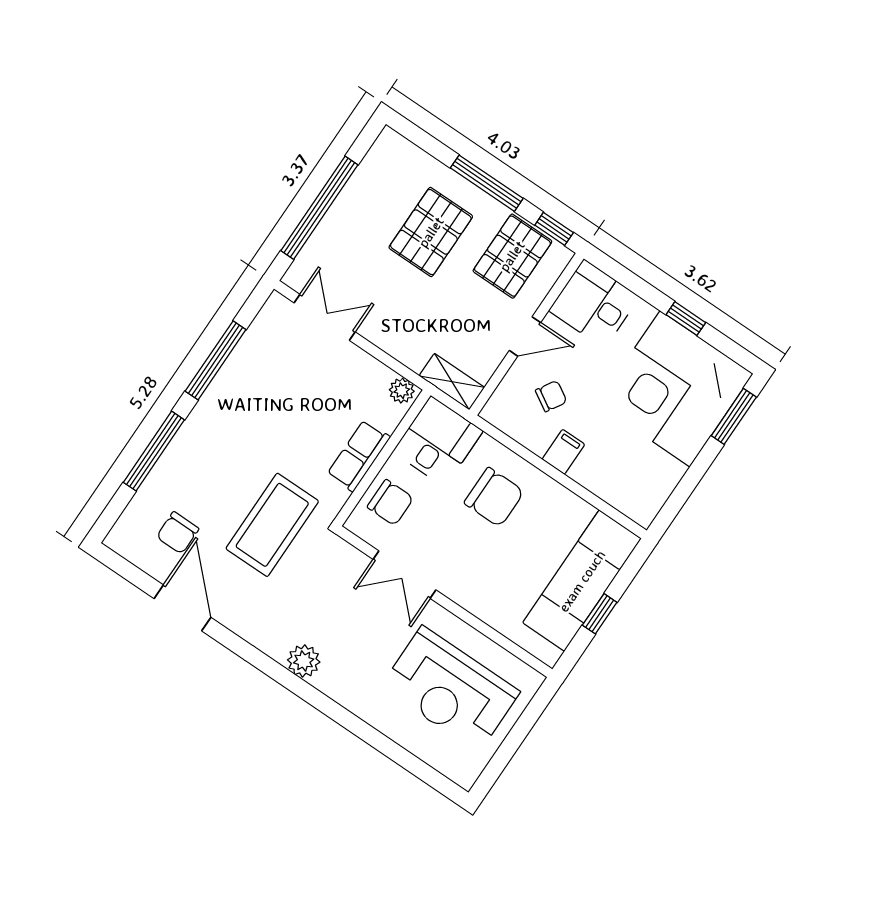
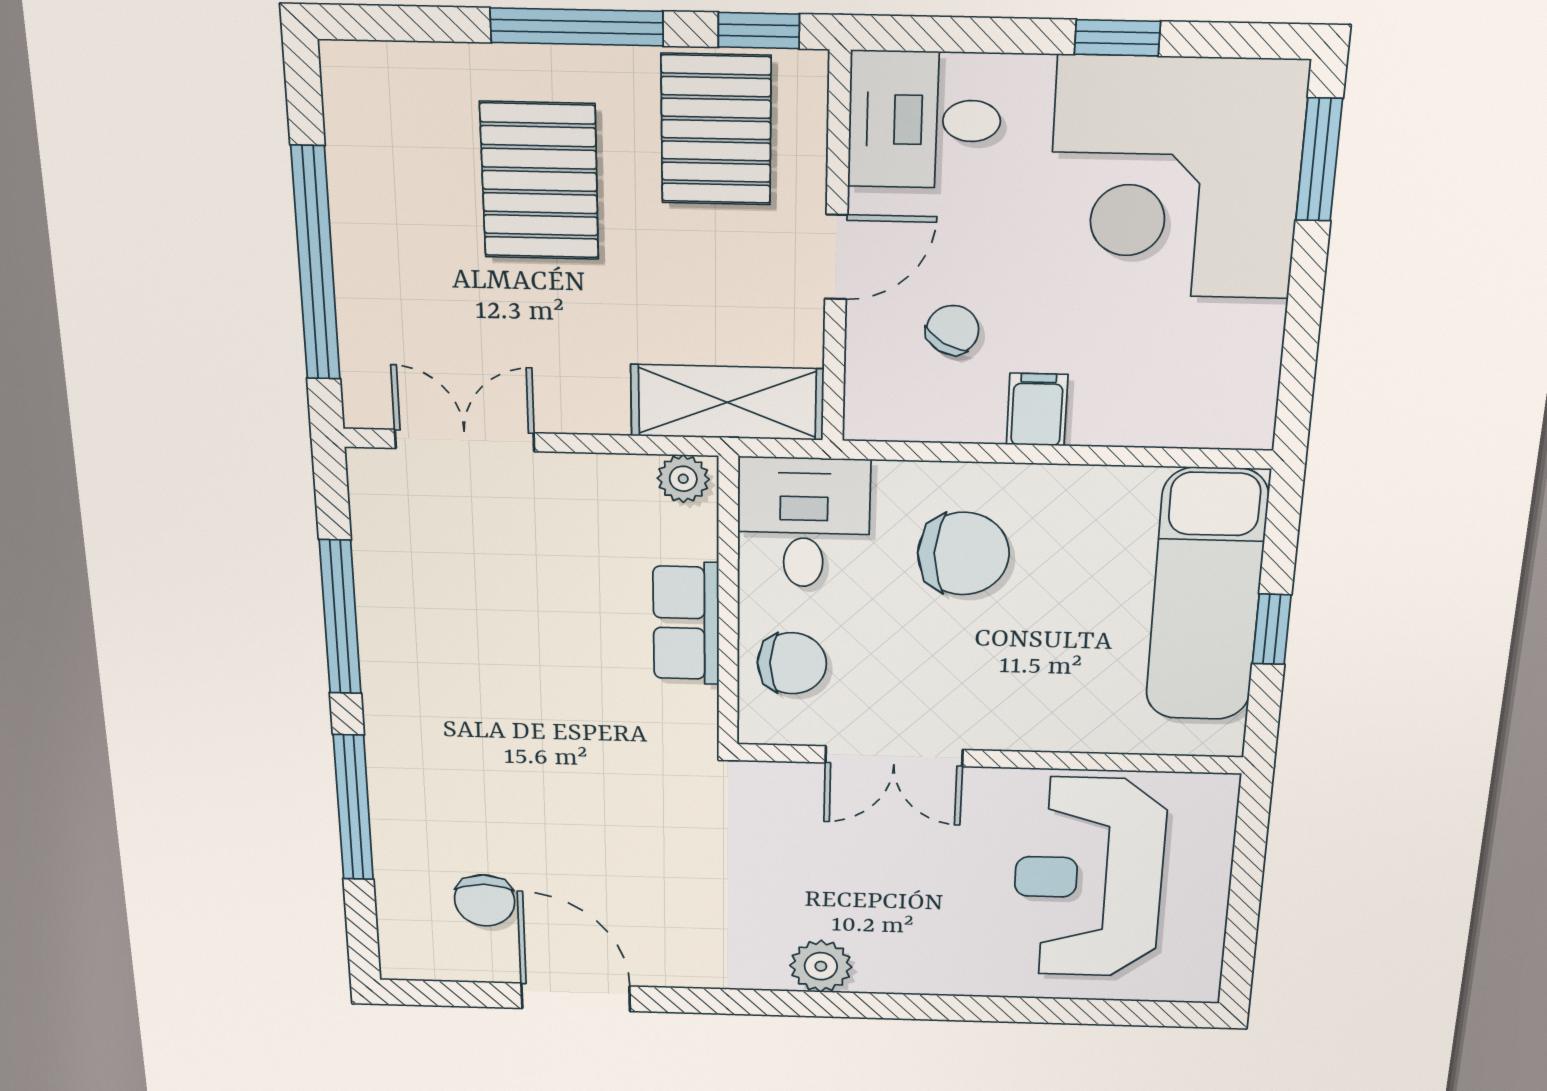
shelving: (452, 382) -> (727, 402), width x1.50, depth x1.33
coffee table: (272, 525) -> (624, 806), removed
reception desk: (450, 689) -> (1088, 878), turned 90

